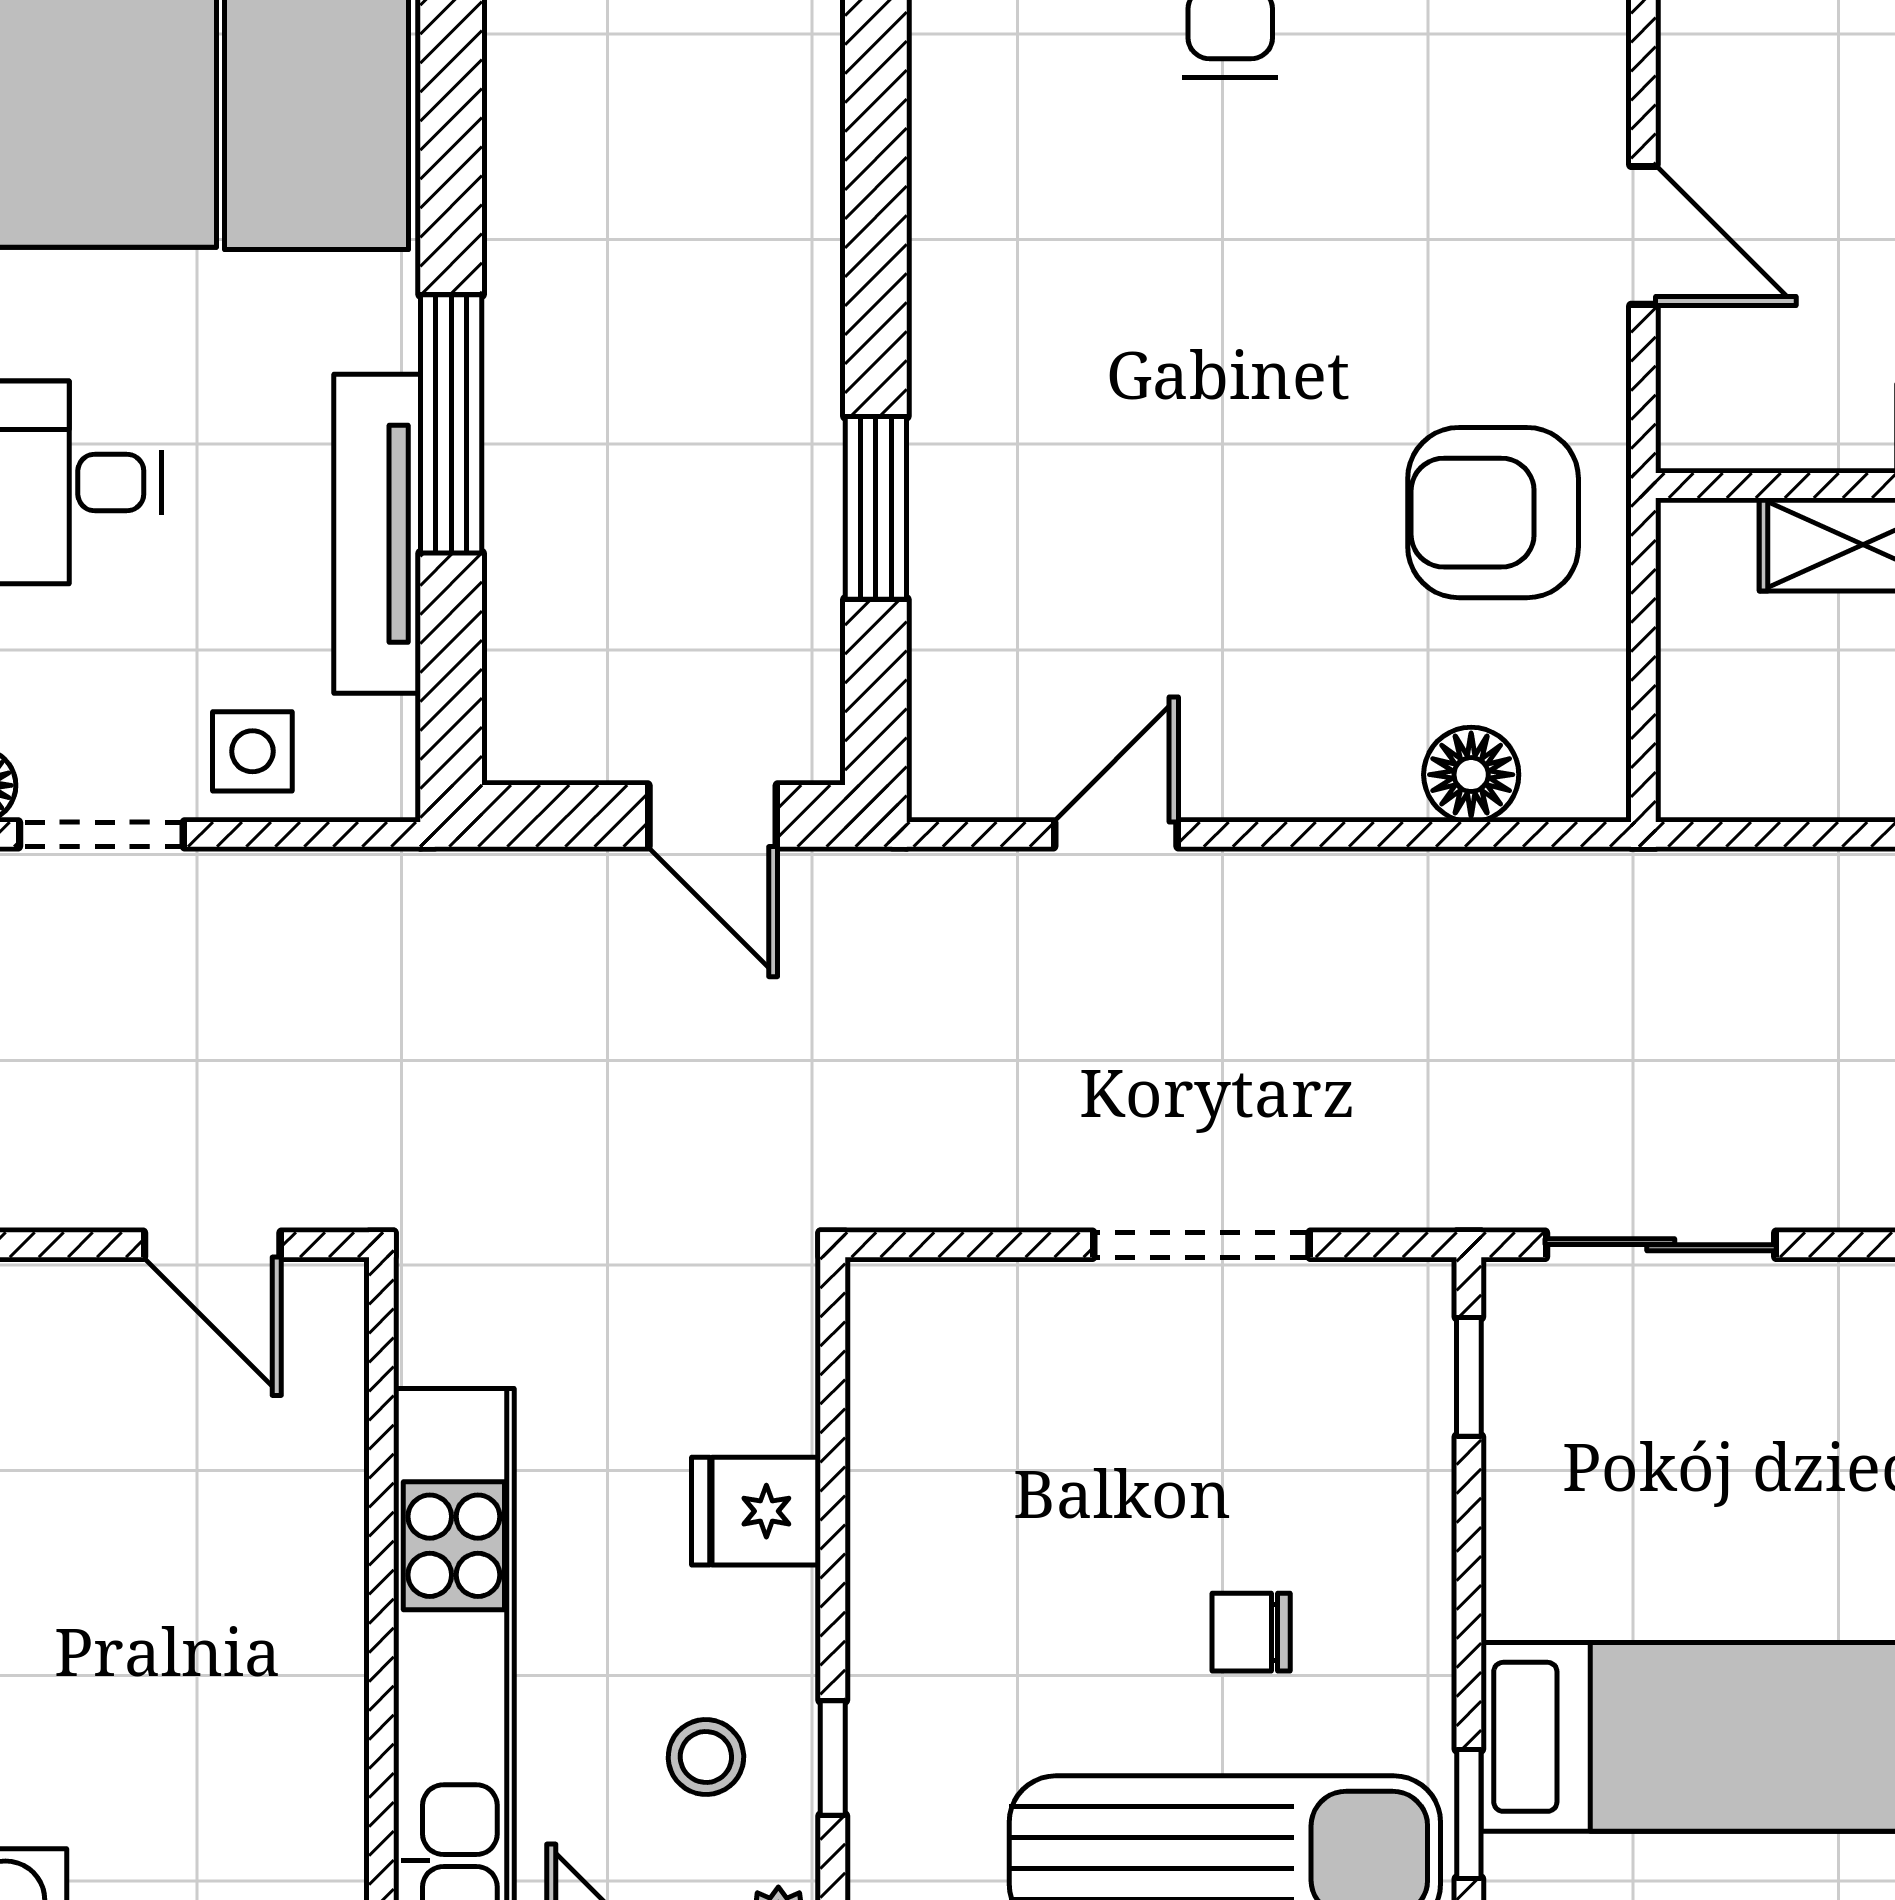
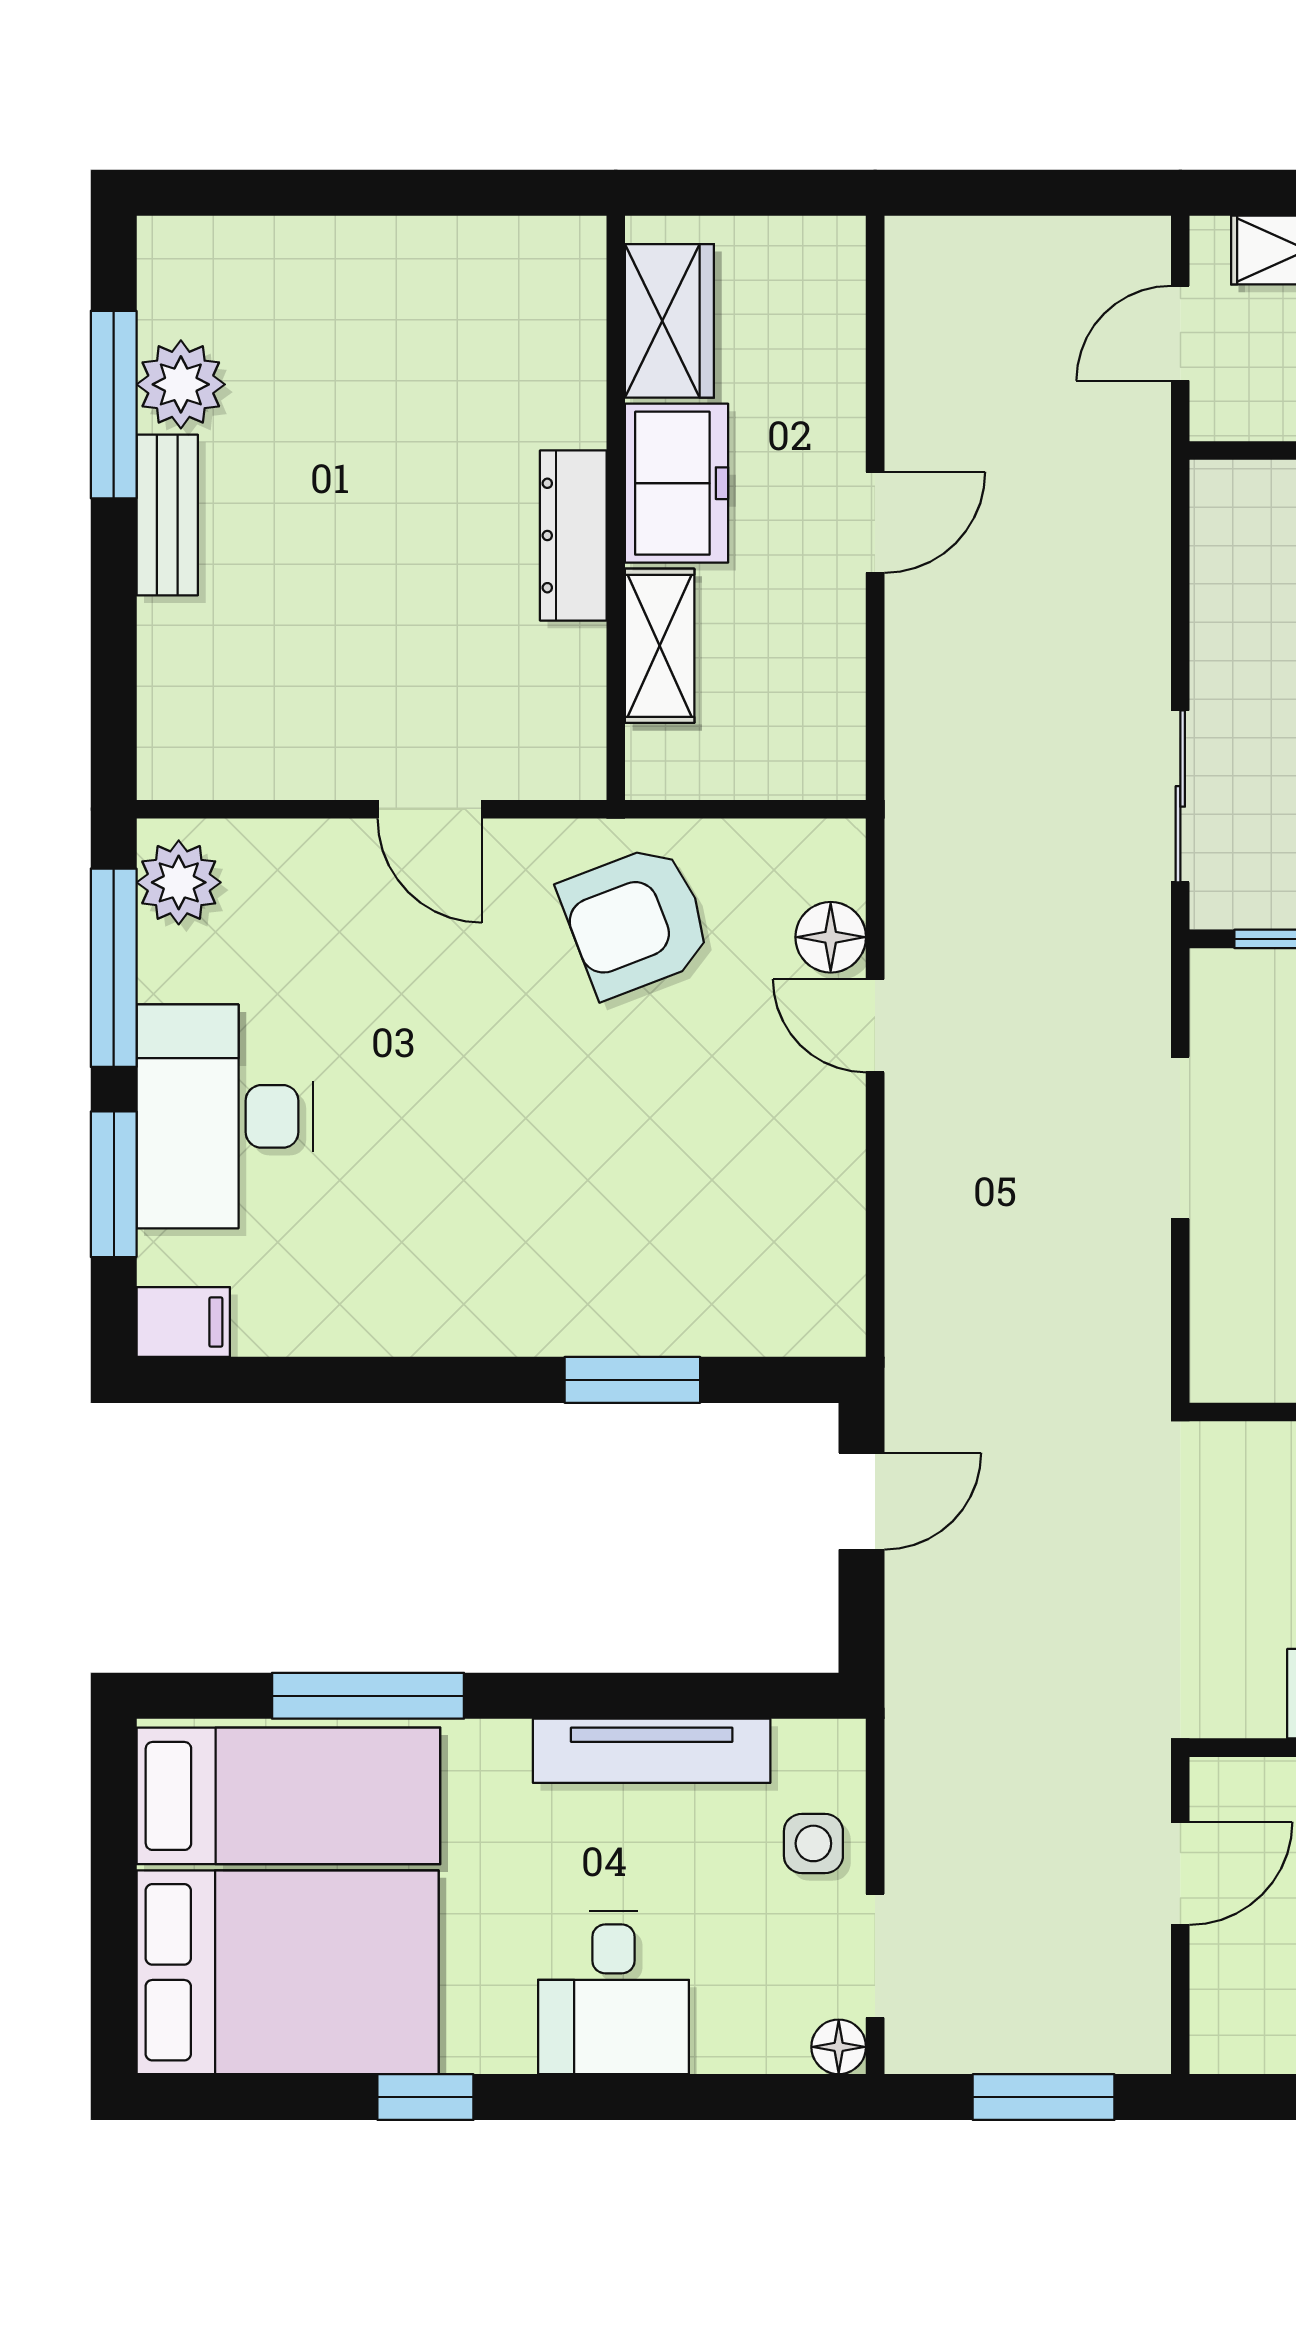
door: (1643, 235) -> (430, 809), swing flipped
window: (451, 424) -> (368, 1696), moved
armchair: (1493, 513) -> (636, 921), turned 69
door: (1116, 834) -> (875, 1026), moved

